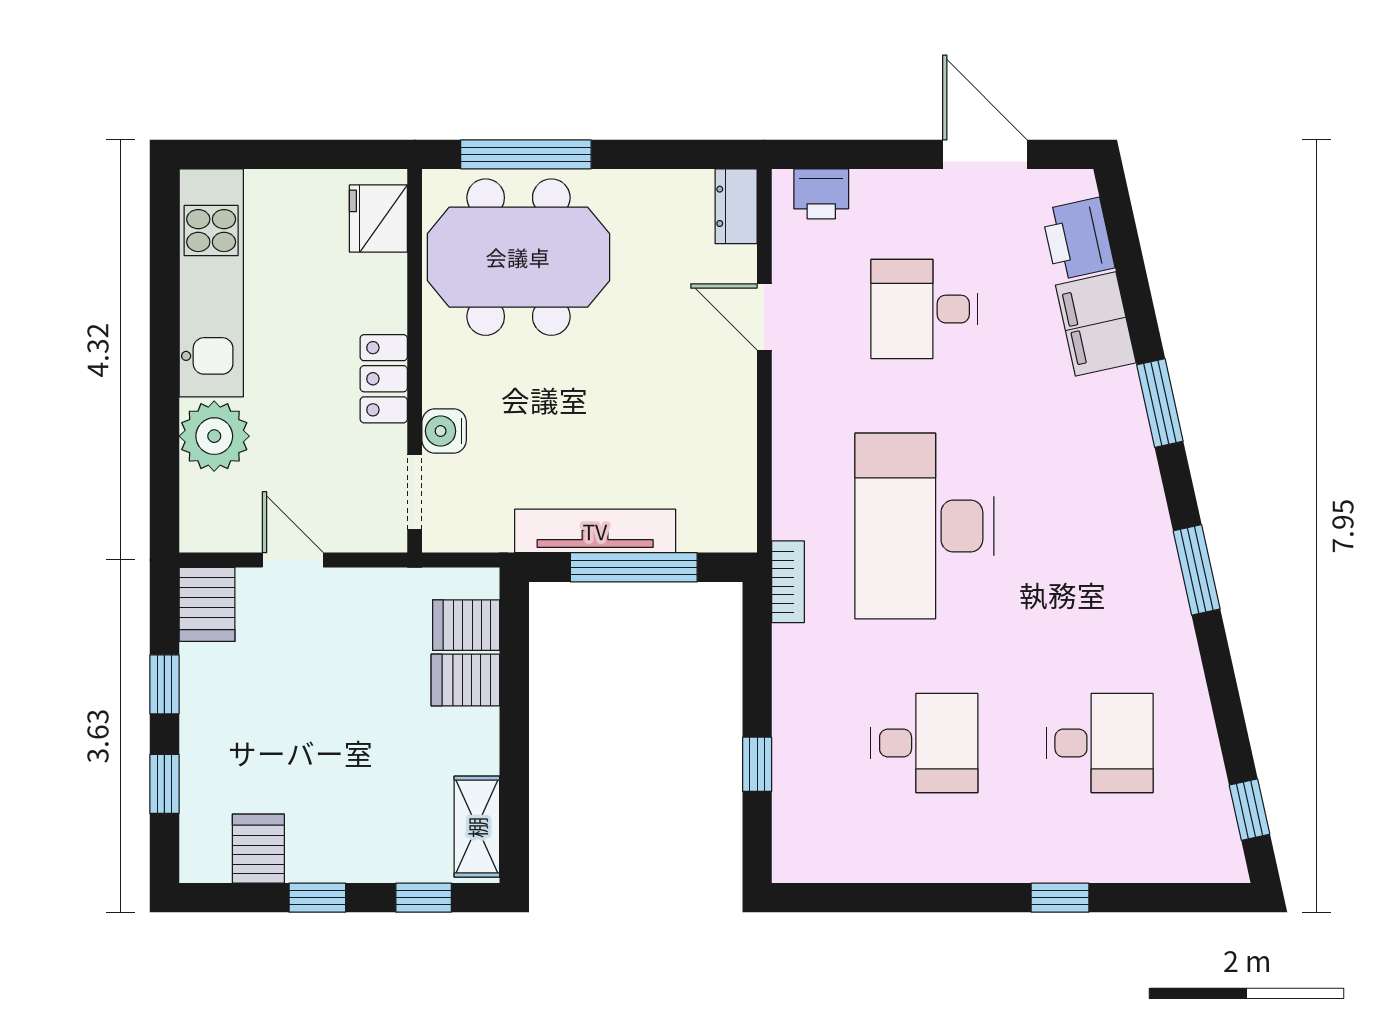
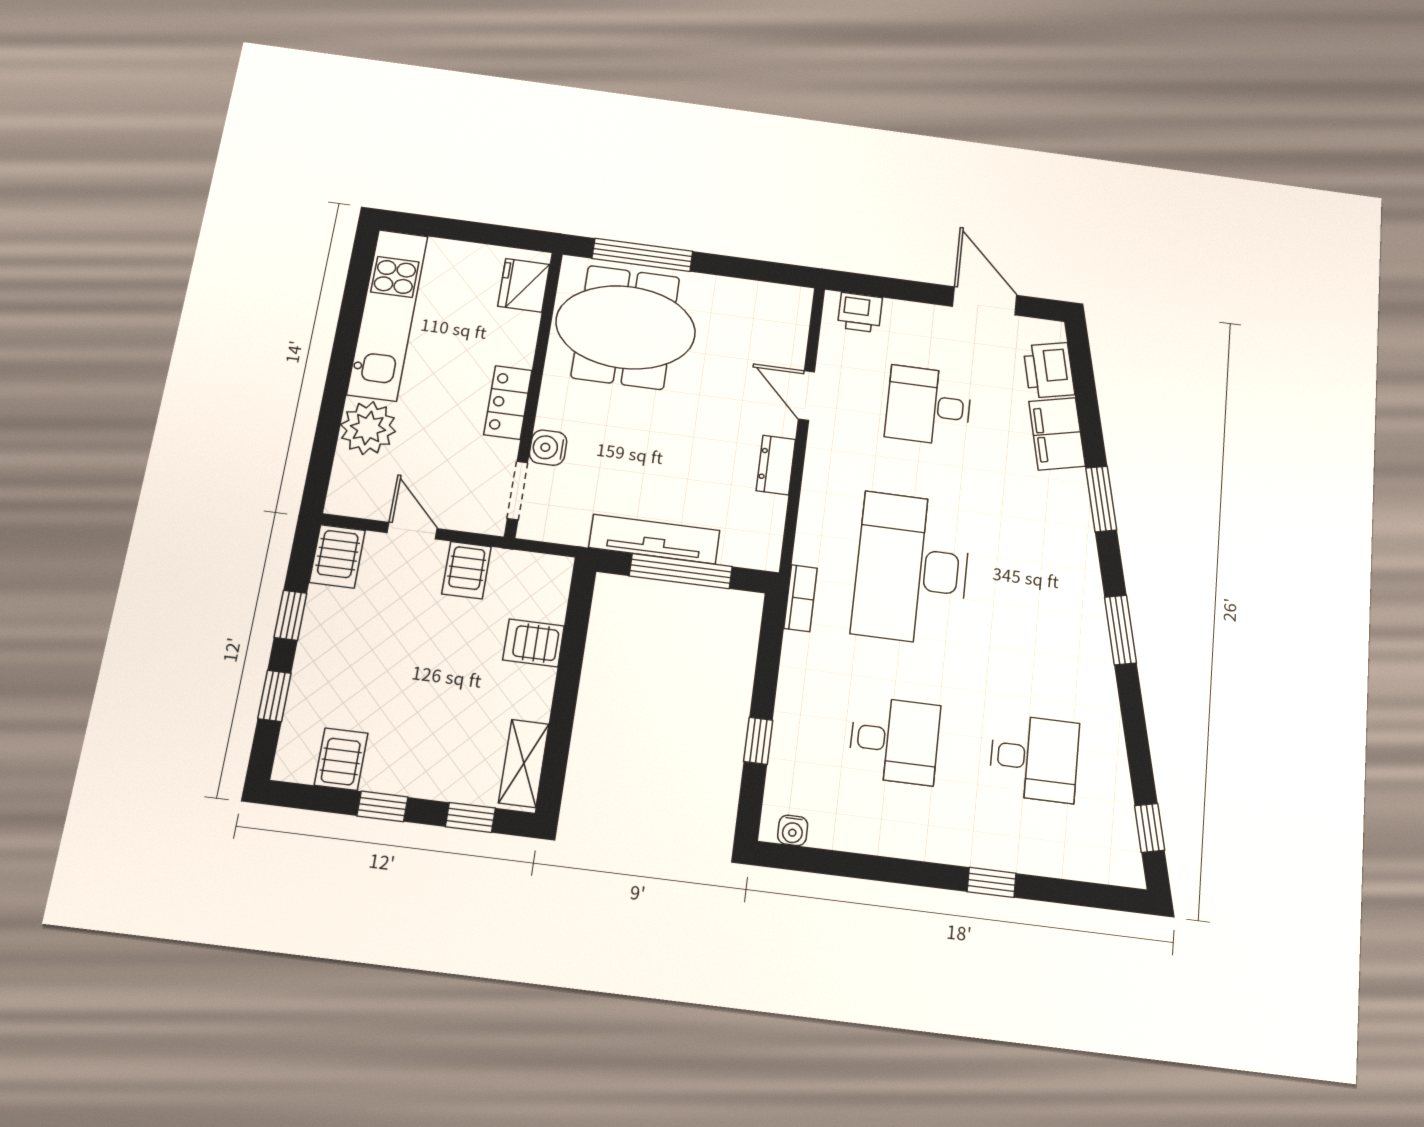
dresser: (736, 206) -> (776, 465), moved
server rack: (466, 625) -> (466, 570), moved, turned -90
water cooler: (812, 866) -> (793, 830), added

